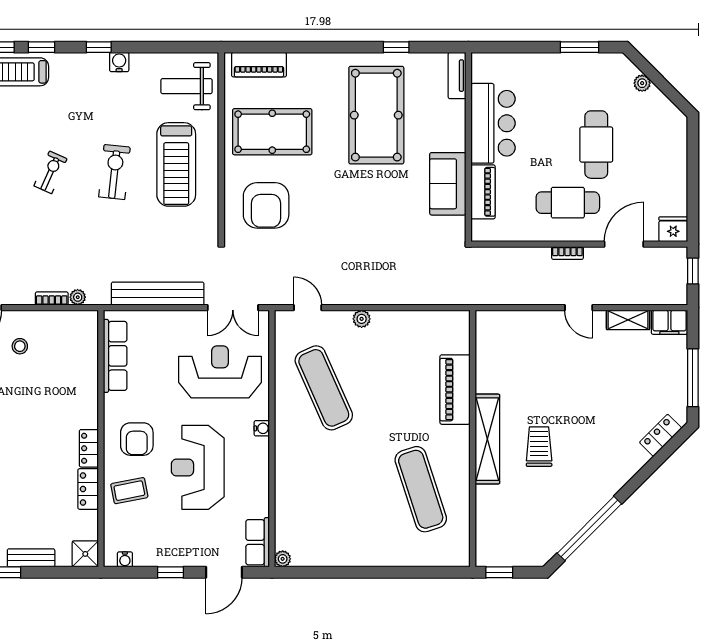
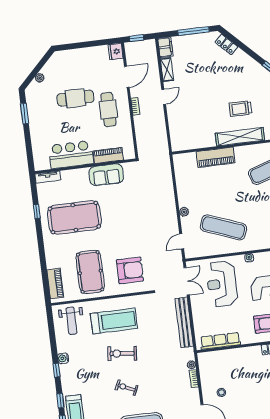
door: (624, 244) -> (127, 77), swing flipped
exercise mat: (324, 388) -> (223, 227), turned 45

